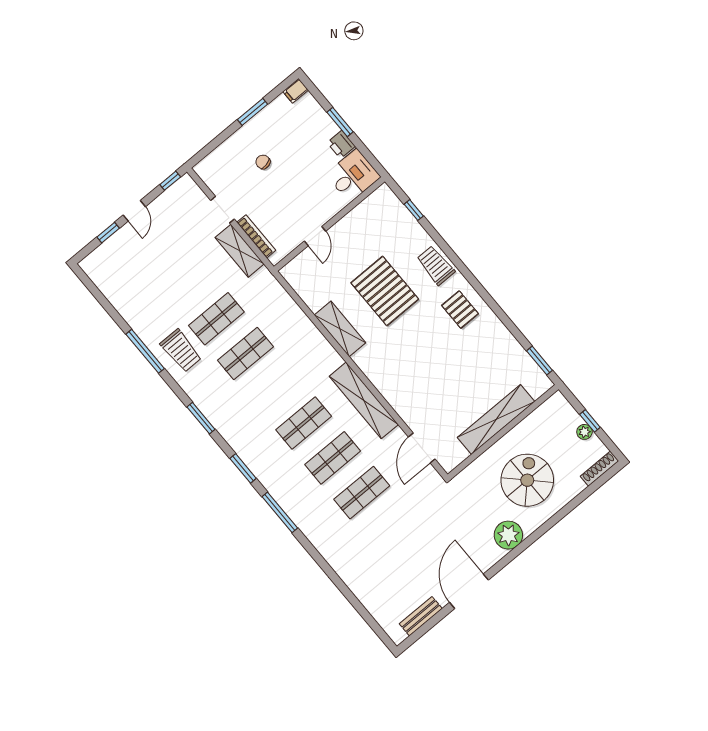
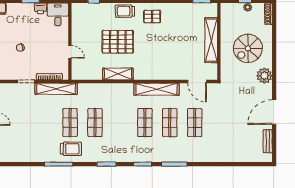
shelving: (240, 251) -> (56, 89), width x1.47
spiral stairs: (527, 480) -> (248, 48), turned -90
door: (469, 591) -> (274, 112), hinge flipped

